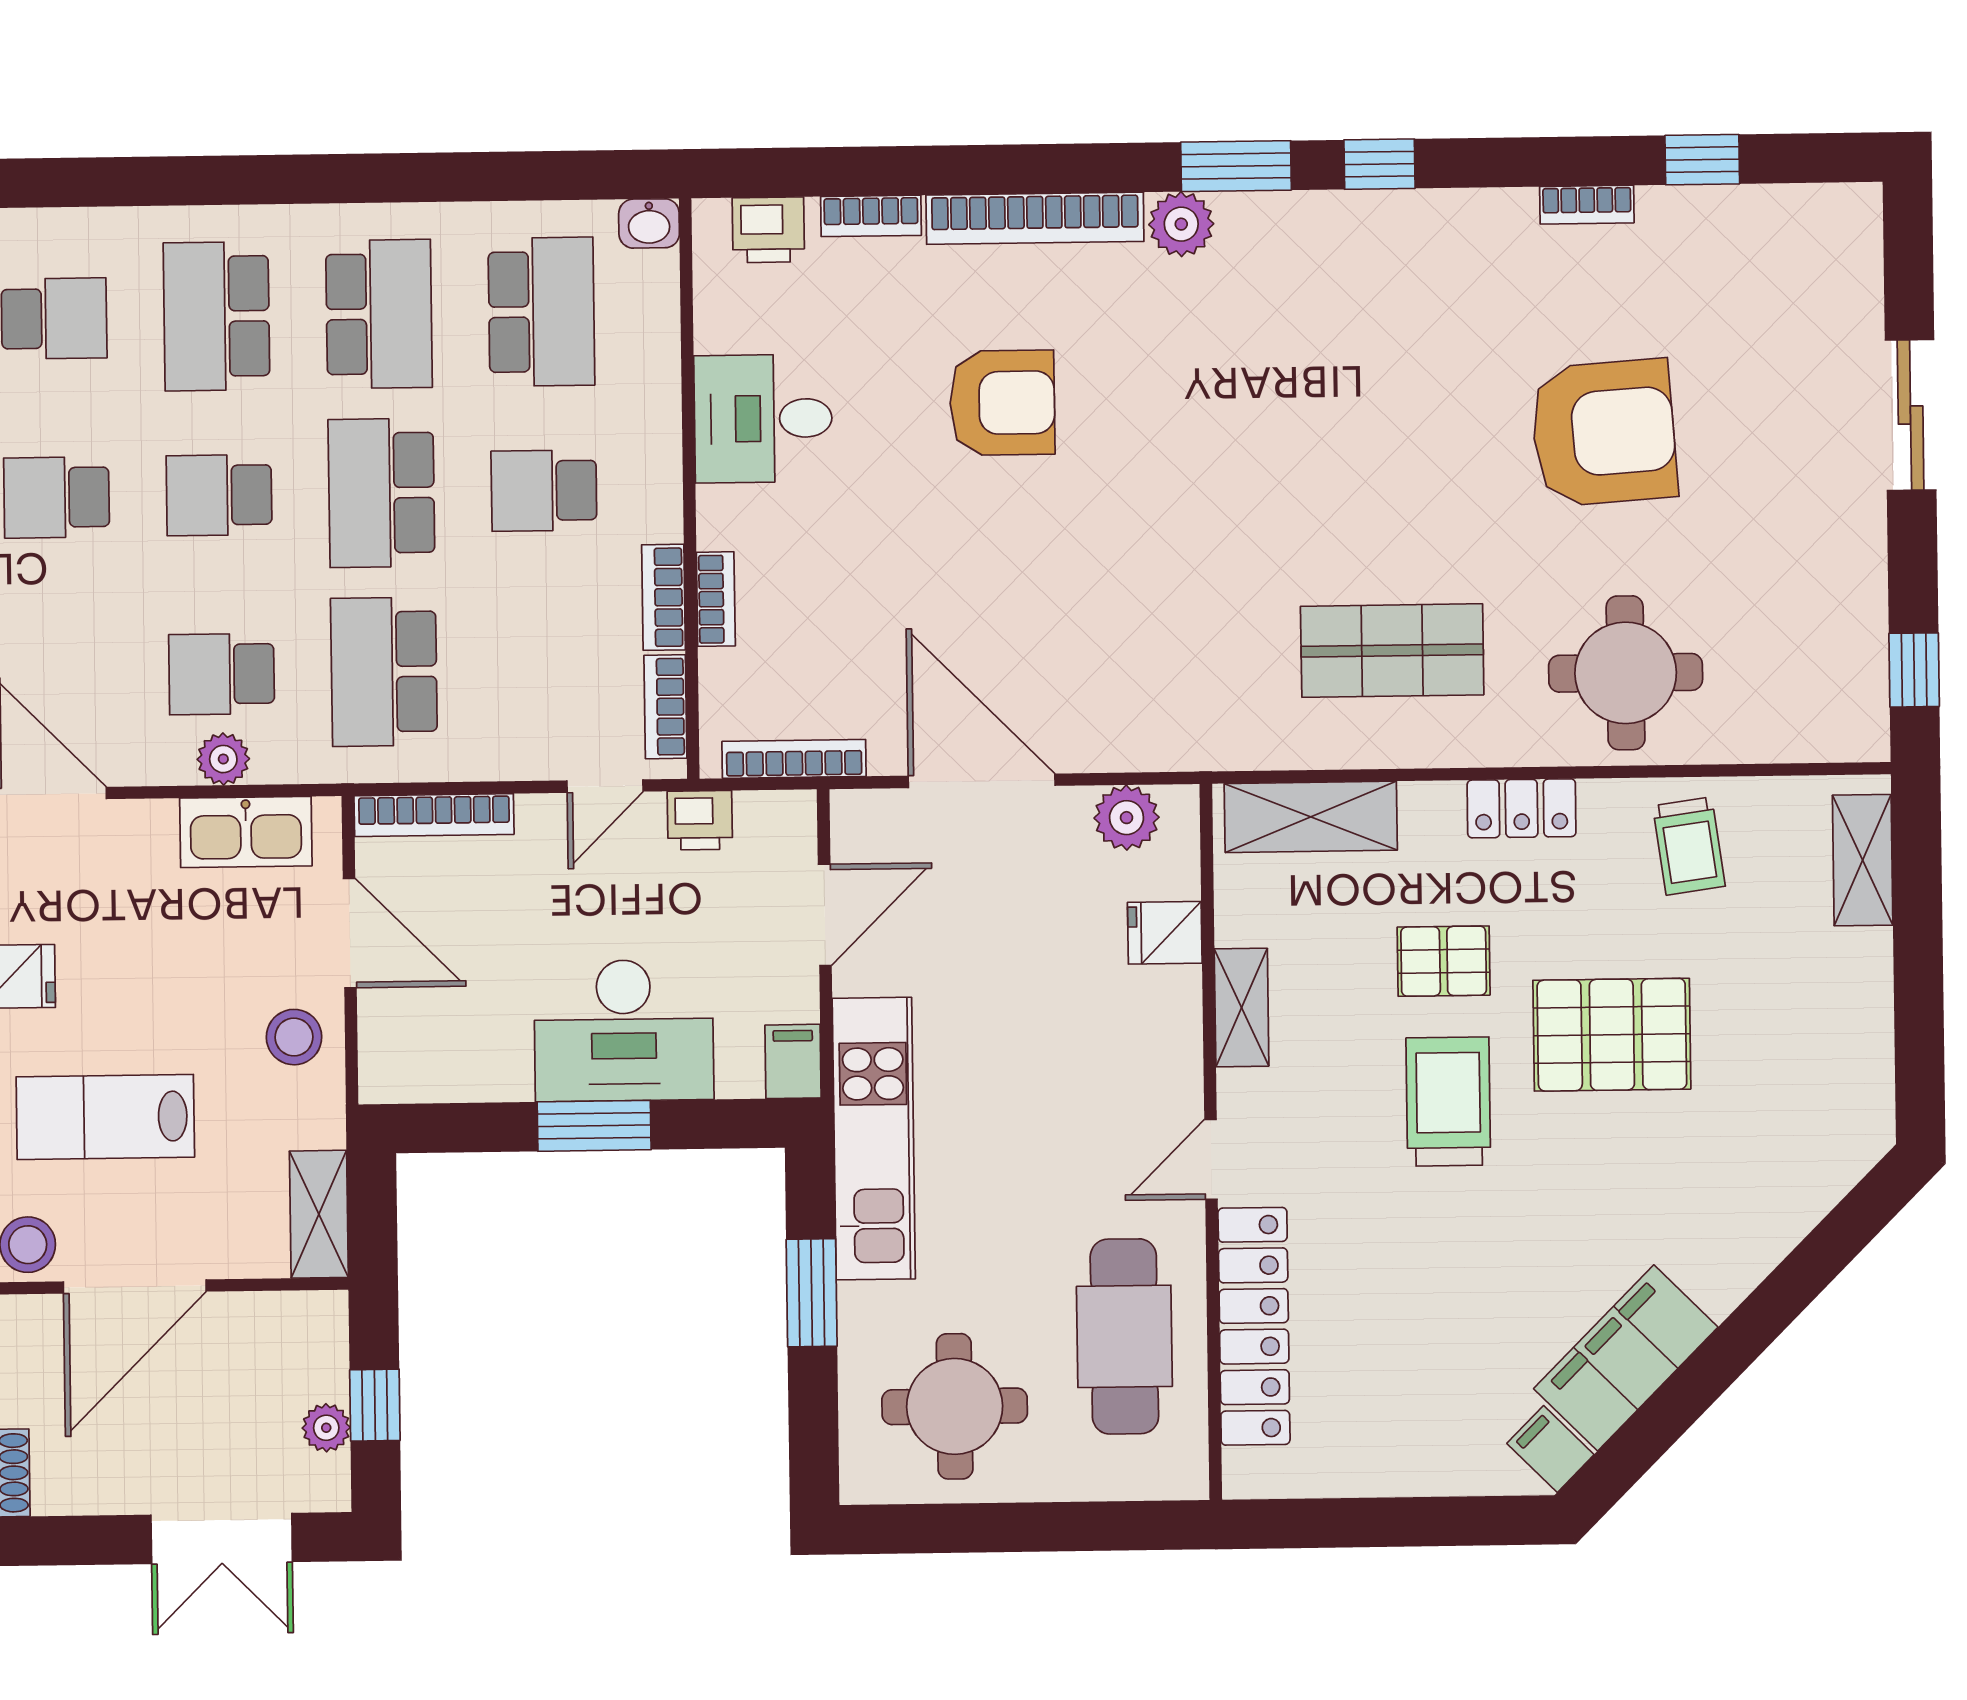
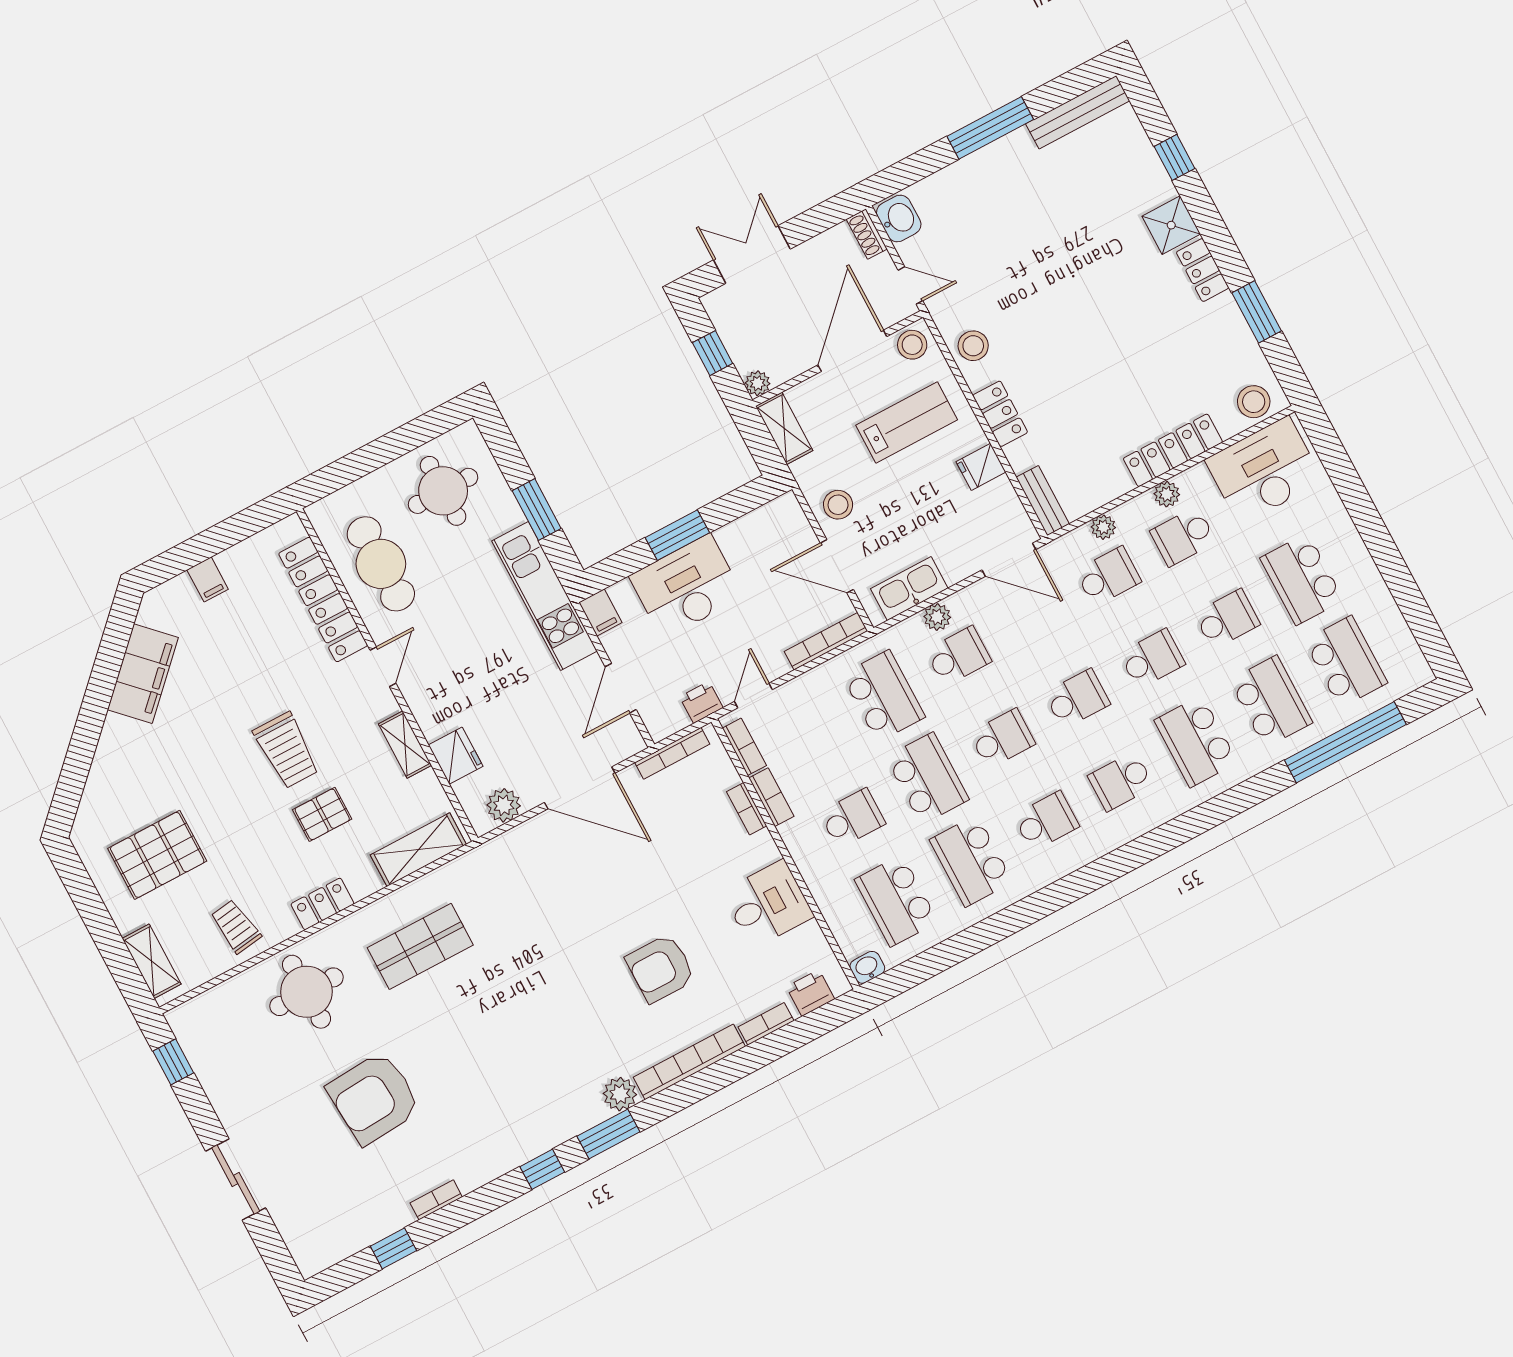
school desk: (217, 316) -> (1046, 821), width x0.54
fridge: (1165, 933) -> (456, 756), width x1.38
pallet: (1612, 1035) -> (157, 855), moved
plant: (326, 1428) -> (758, 383), moved
filing cabinet: (1550, 1449) -> (208, 579), moved, turned 45

